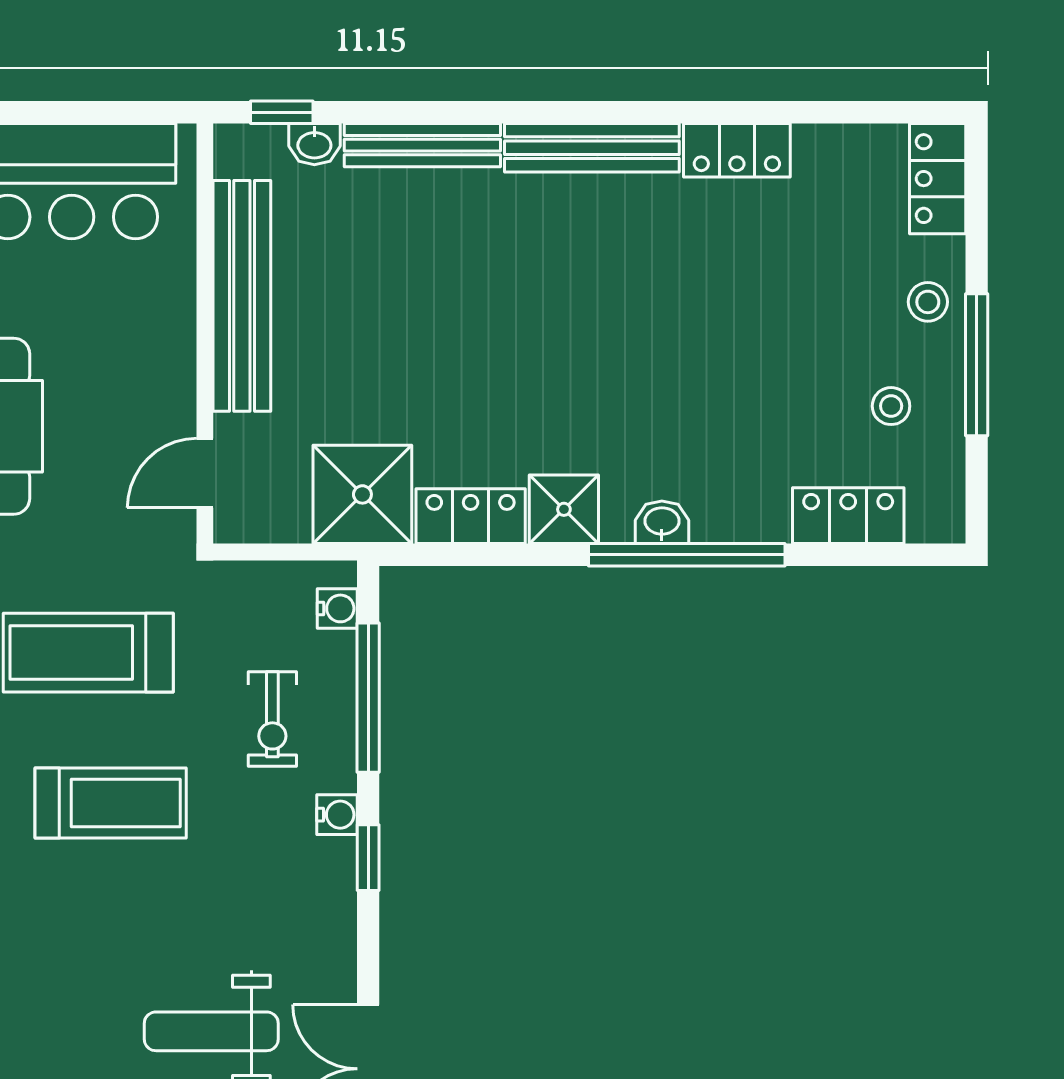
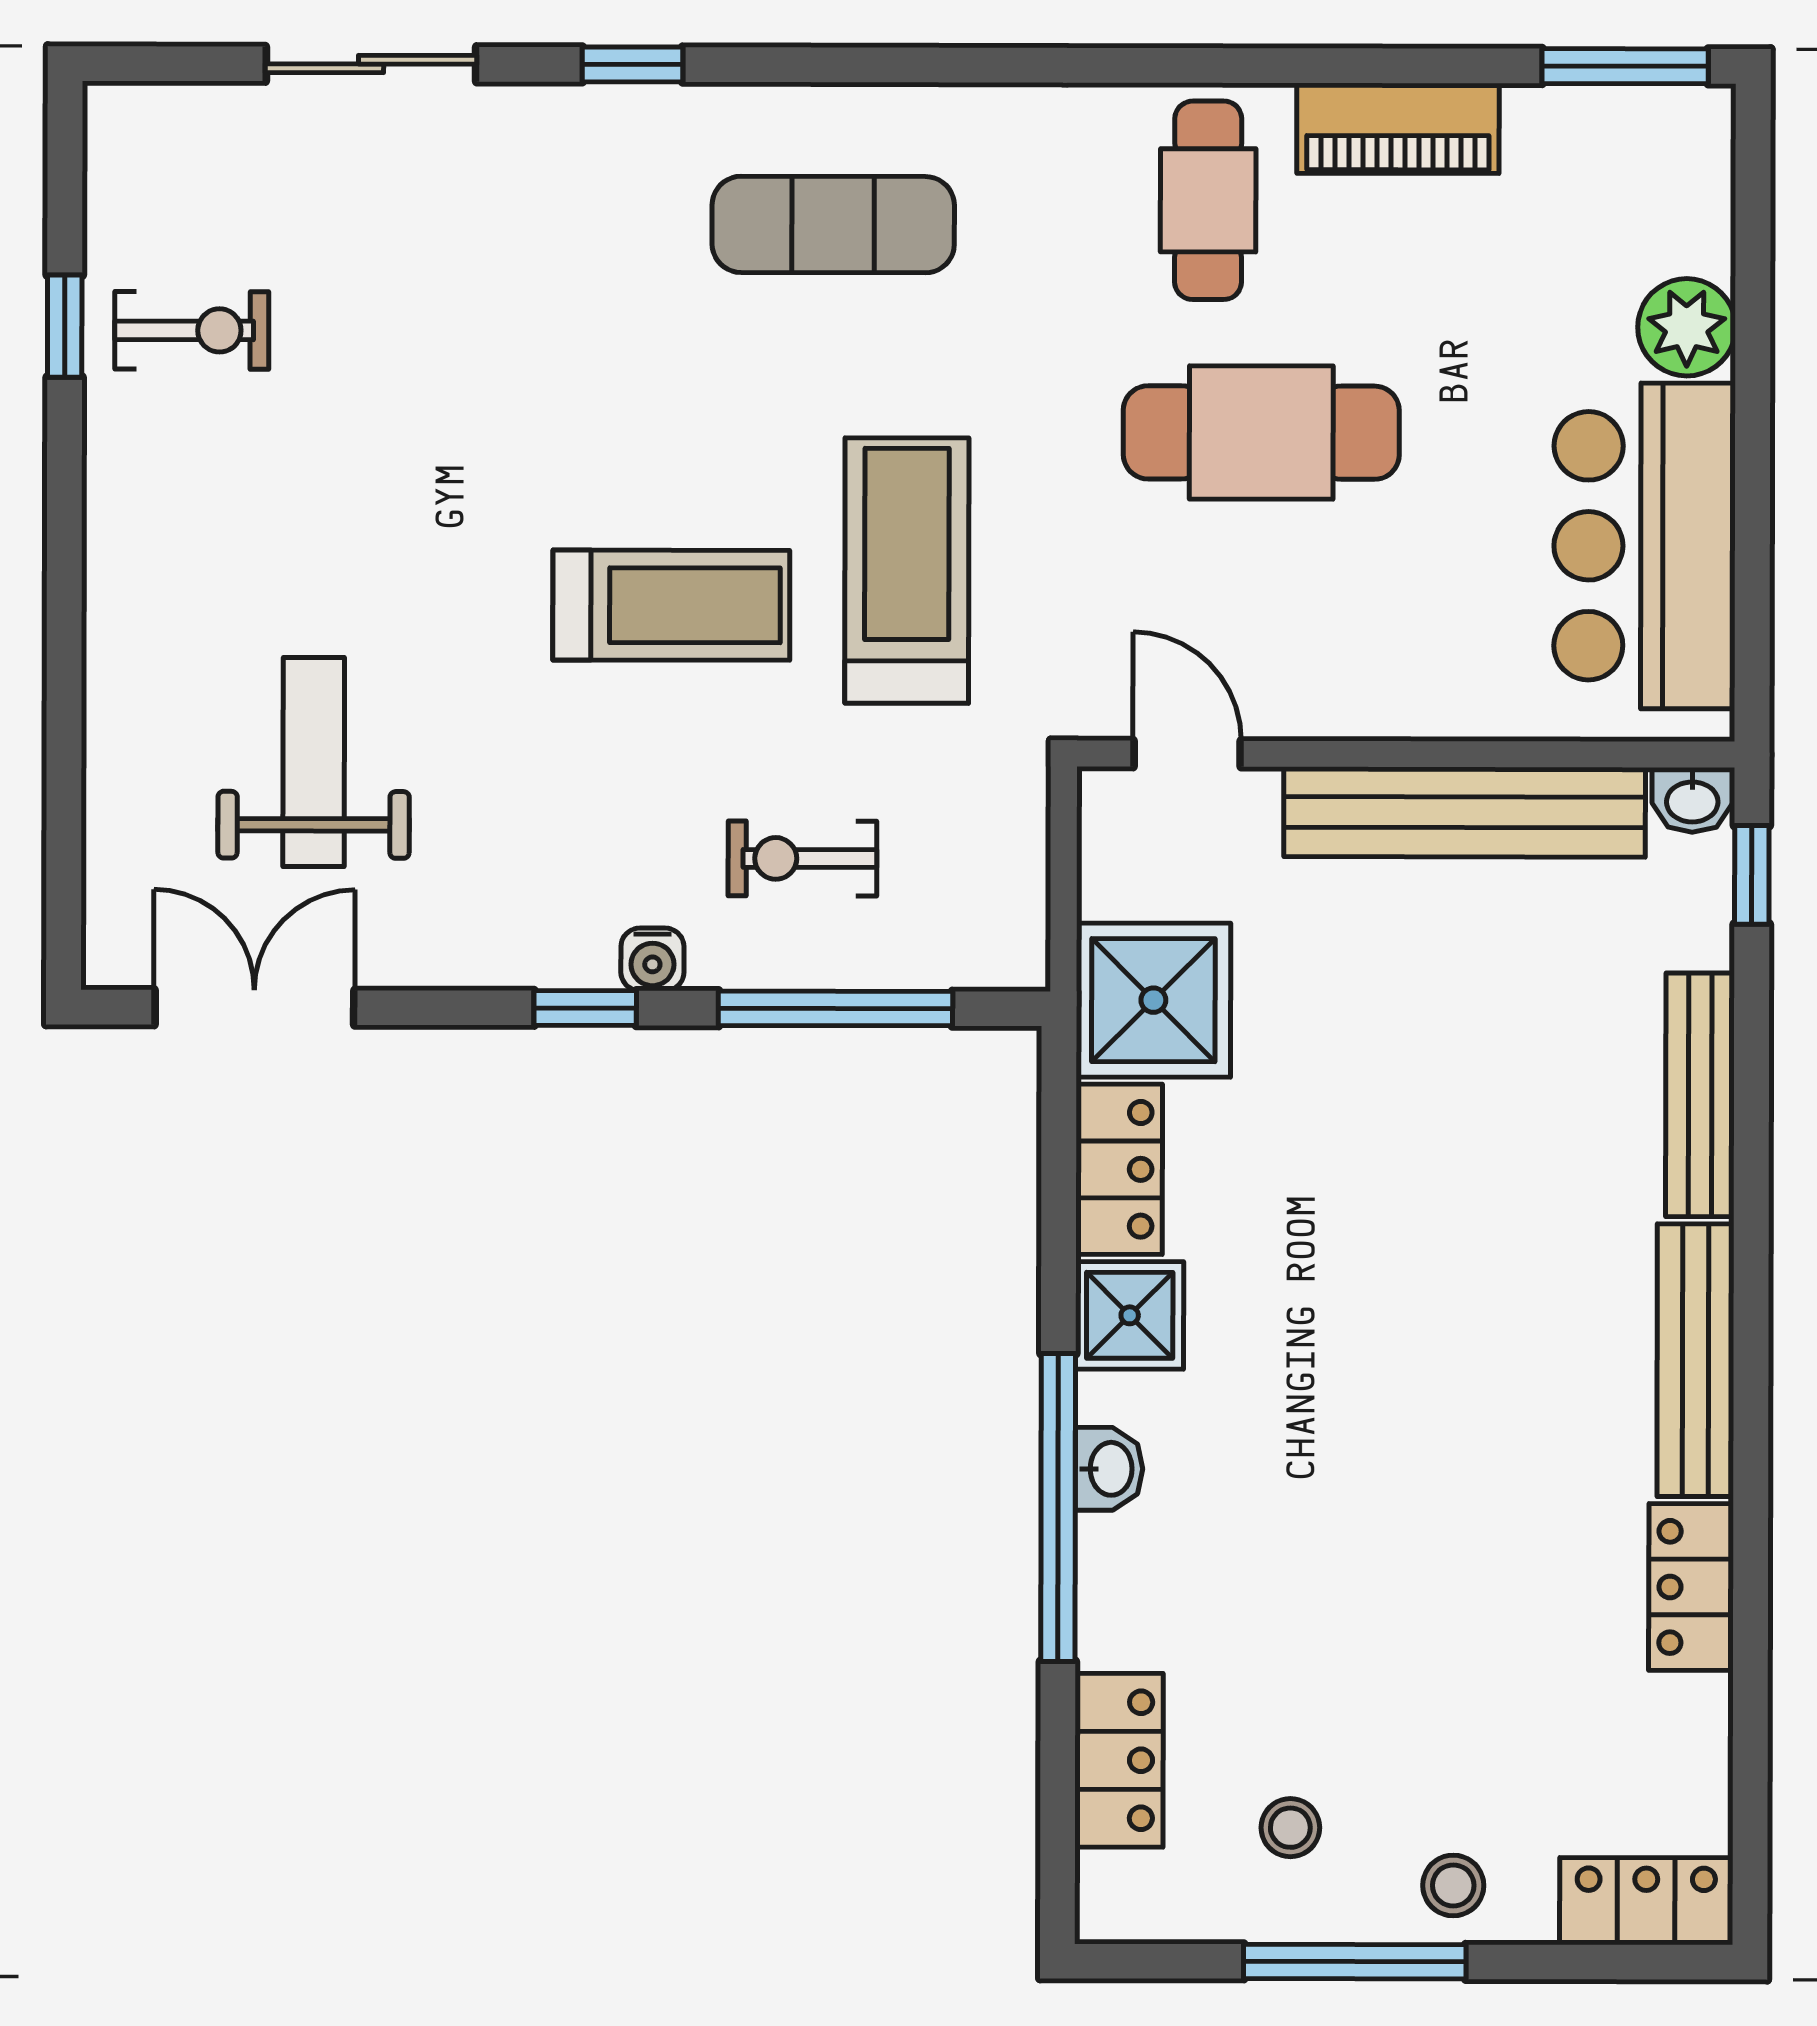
washbasin: (314, 144) -> (1692, 800), moved, turned -90
water cooler: (337, 608) -> (975, 960), removed
treadmill: (111, 803) -> (671, 605), turned -90

